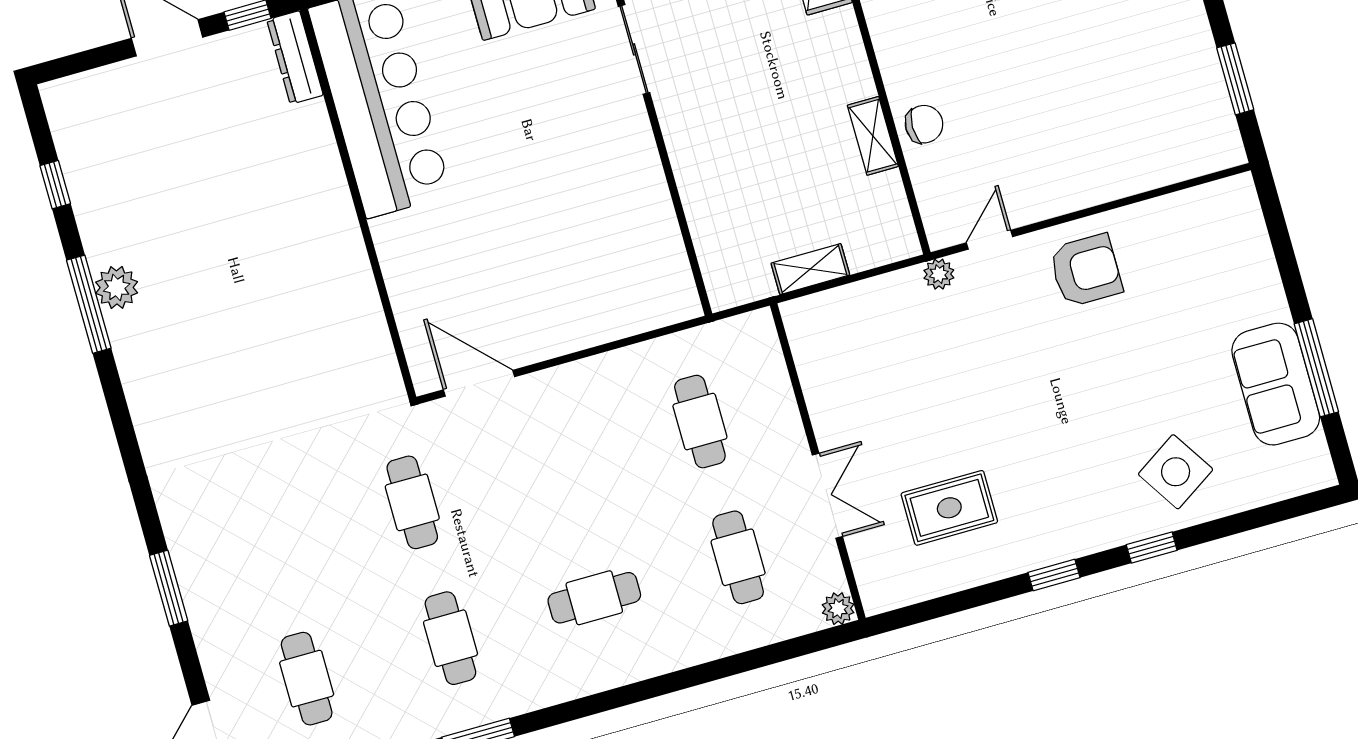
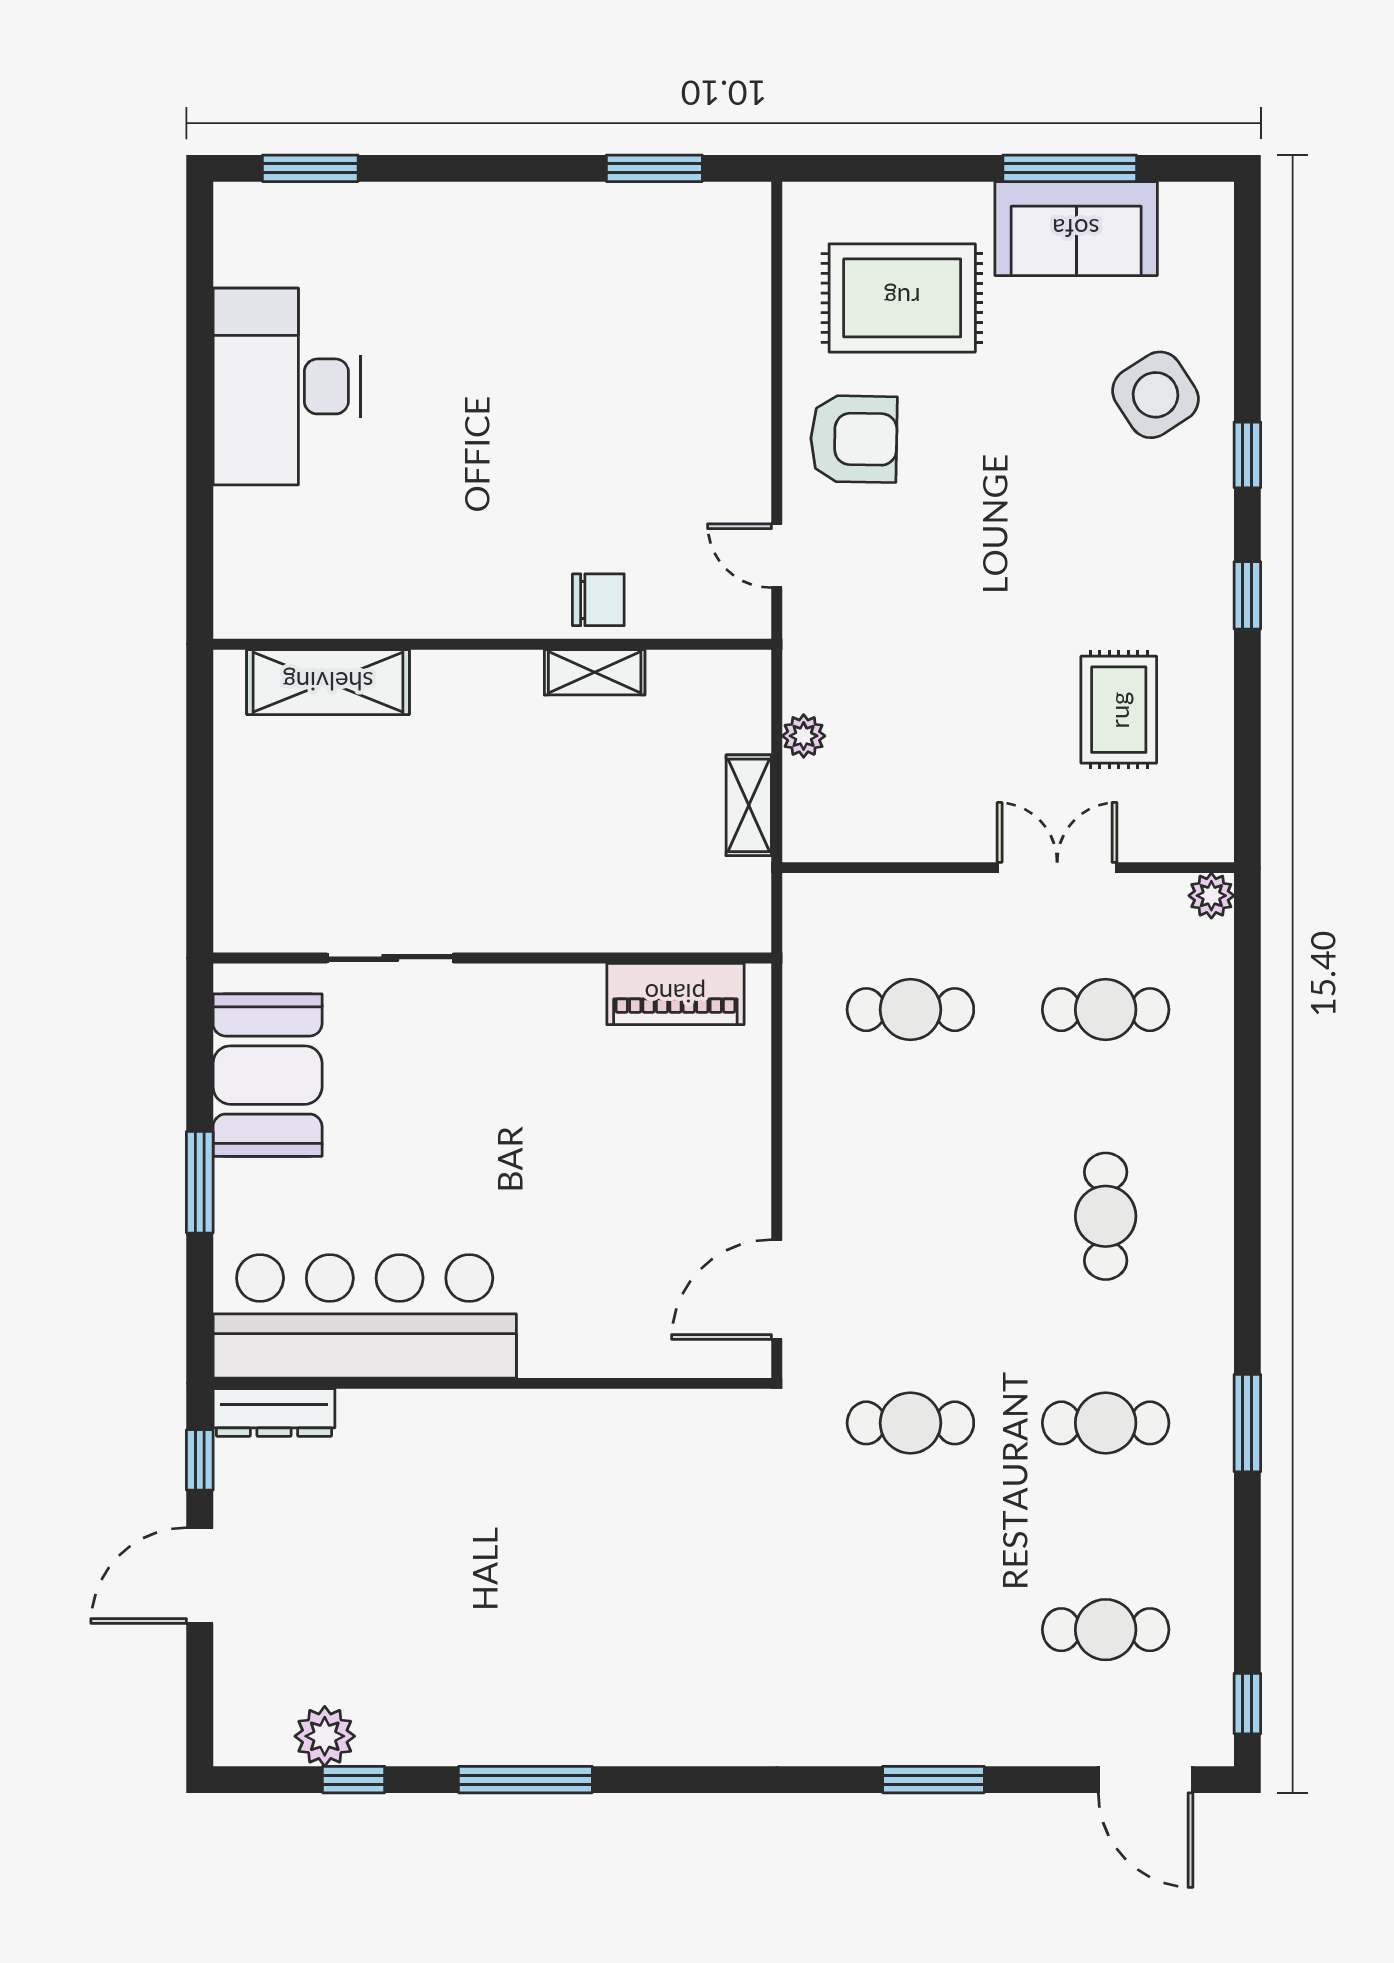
chair: (924, 124) -> (598, 600), turned 90
piano: (665, 255) -> (675, 994), added
armchair: (1086, 270) -> (854, 439), turned 91
plant: (939, 274) -> (804, 736), moved
rug: (1193, 277) -> (902, 298), added
plant: (117, 287) -> (325, 1736), moved

